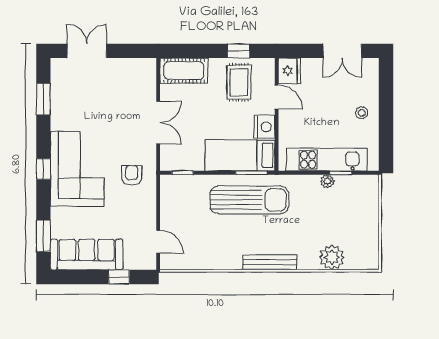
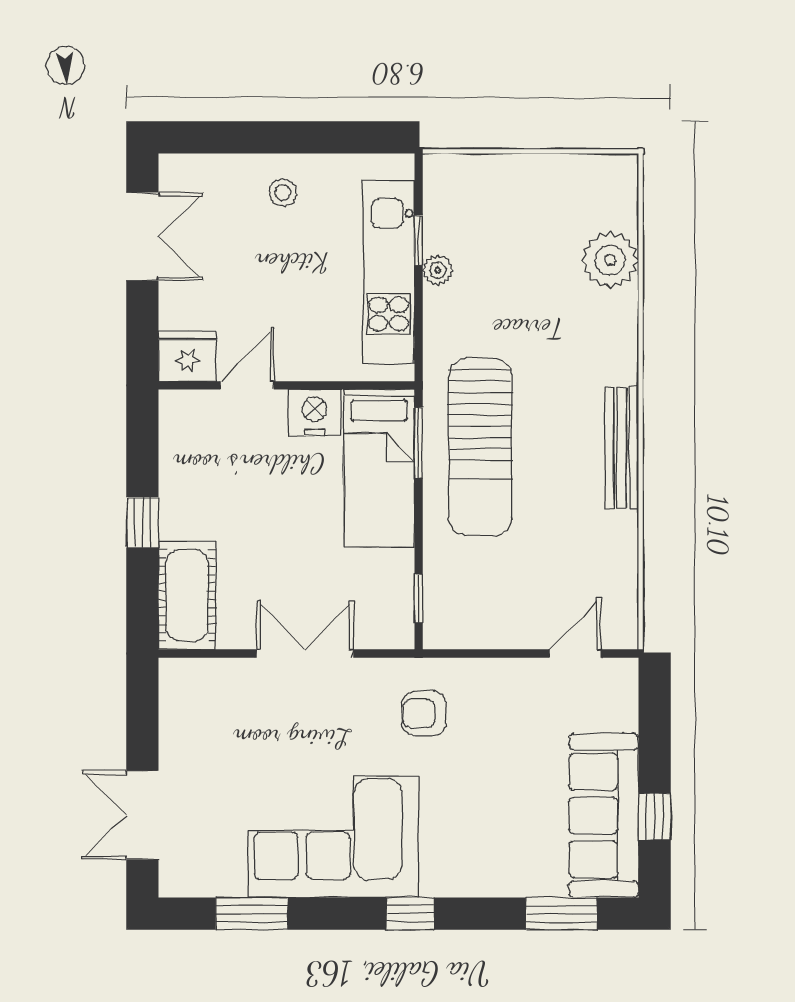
window: (239, 51) -> (142, 522), moved
rug: (239, 82) -> (214, 471), removed
corner sofa: (77, 169) -> (334, 837), moved
sun lounger: (249, 200) -> (480, 447), turned 180
bench: (270, 262) -> (622, 448), moved
window: (119, 277) -> (655, 817), moved

